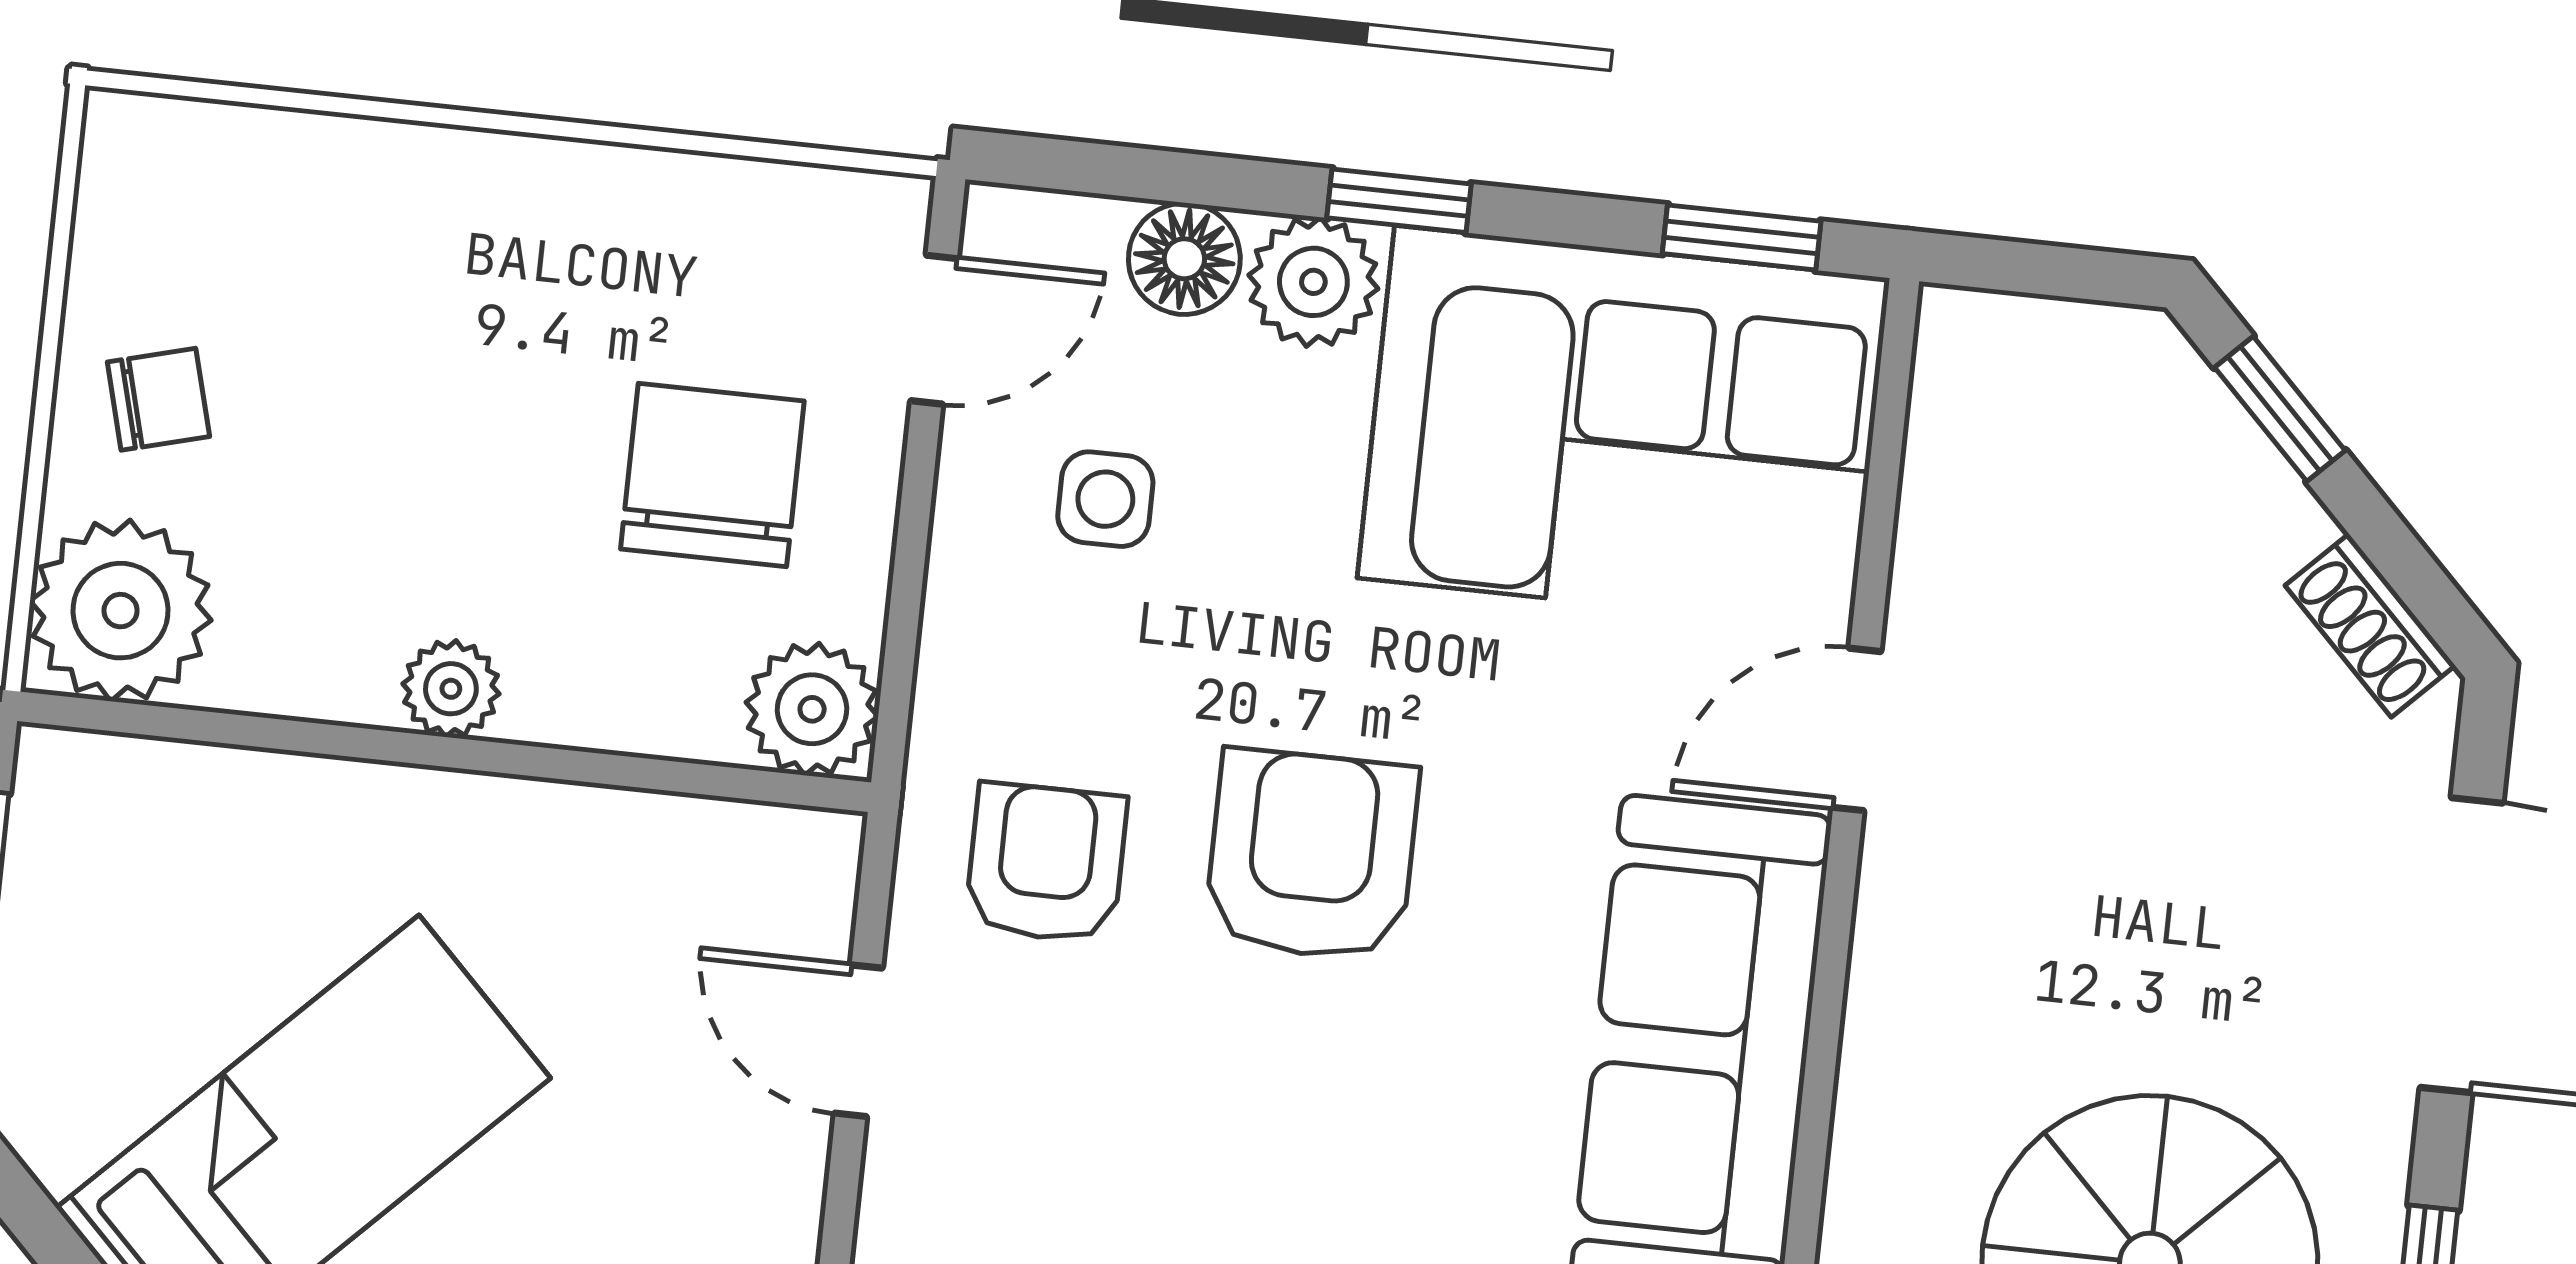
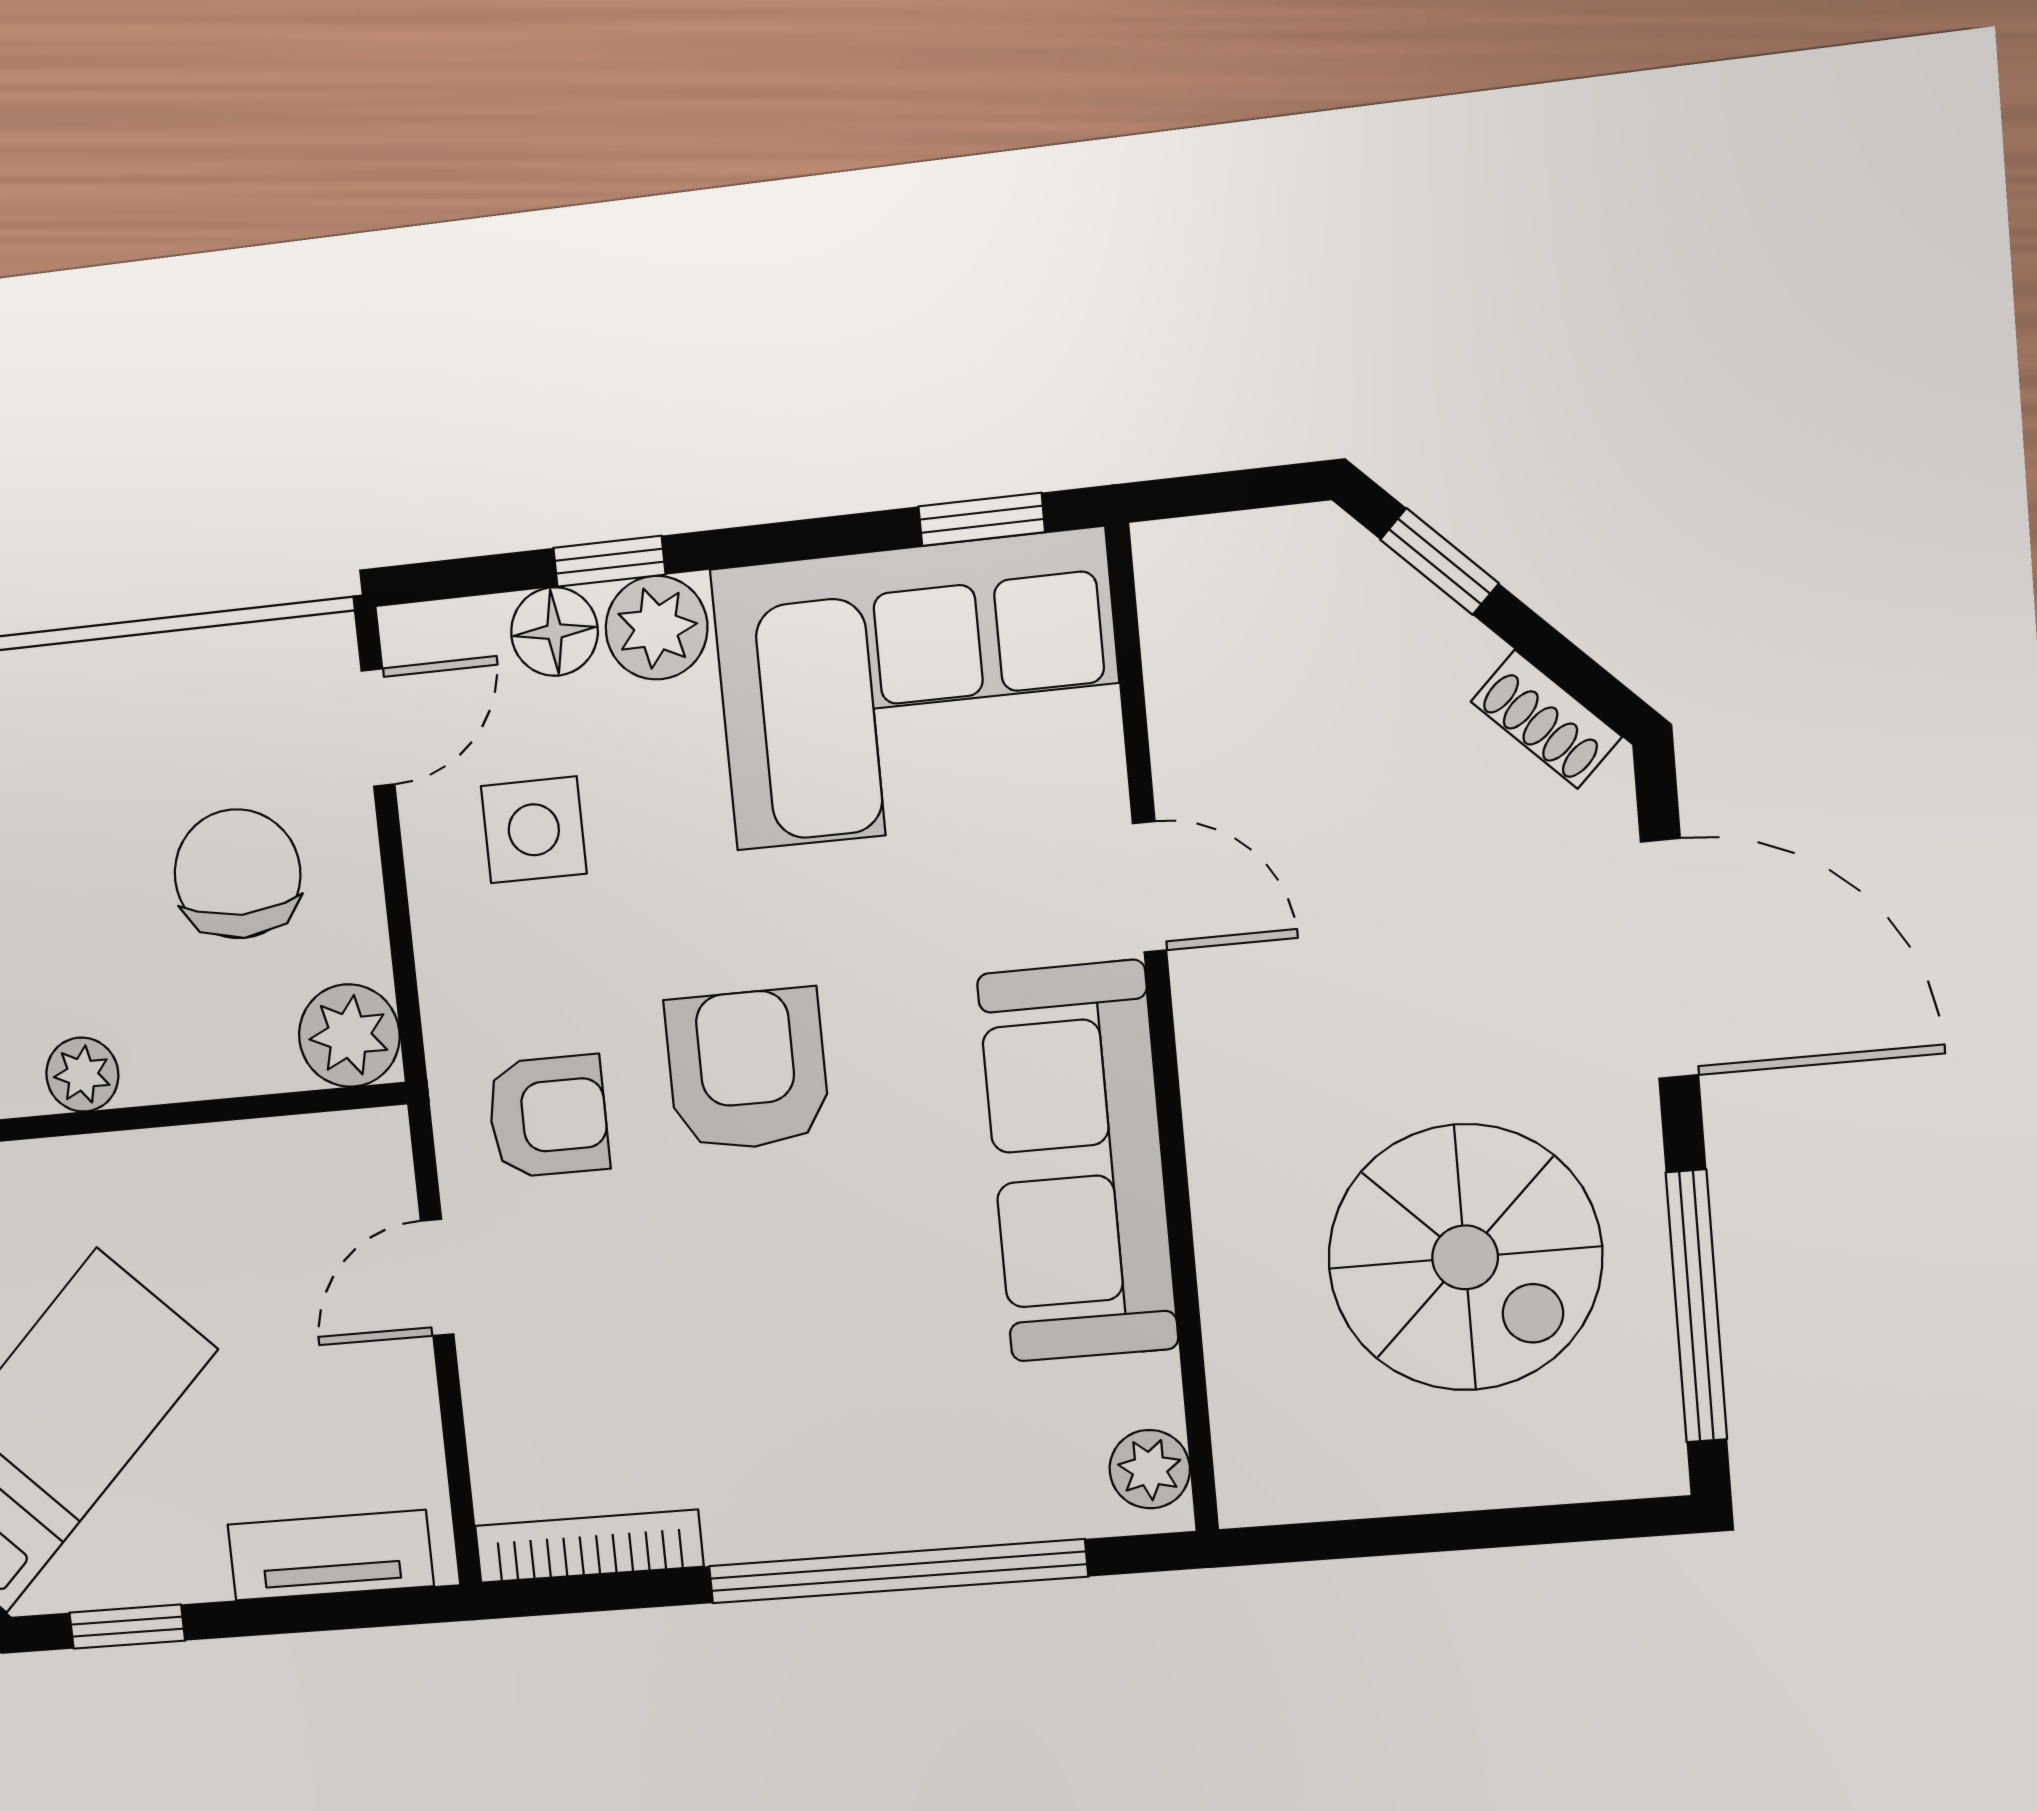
window: (1399, 201) -> (609, 561), moved
side table: (1105, 499) -> (534, 830), width x1.37, depth x1.37
door: (1856, 729) -> (1150, 887), swing flipped
armchair: (1046, 863) -> (548, 1116), turned 90
door: (858, 1041) -> (437, 1278), hinge flipped

